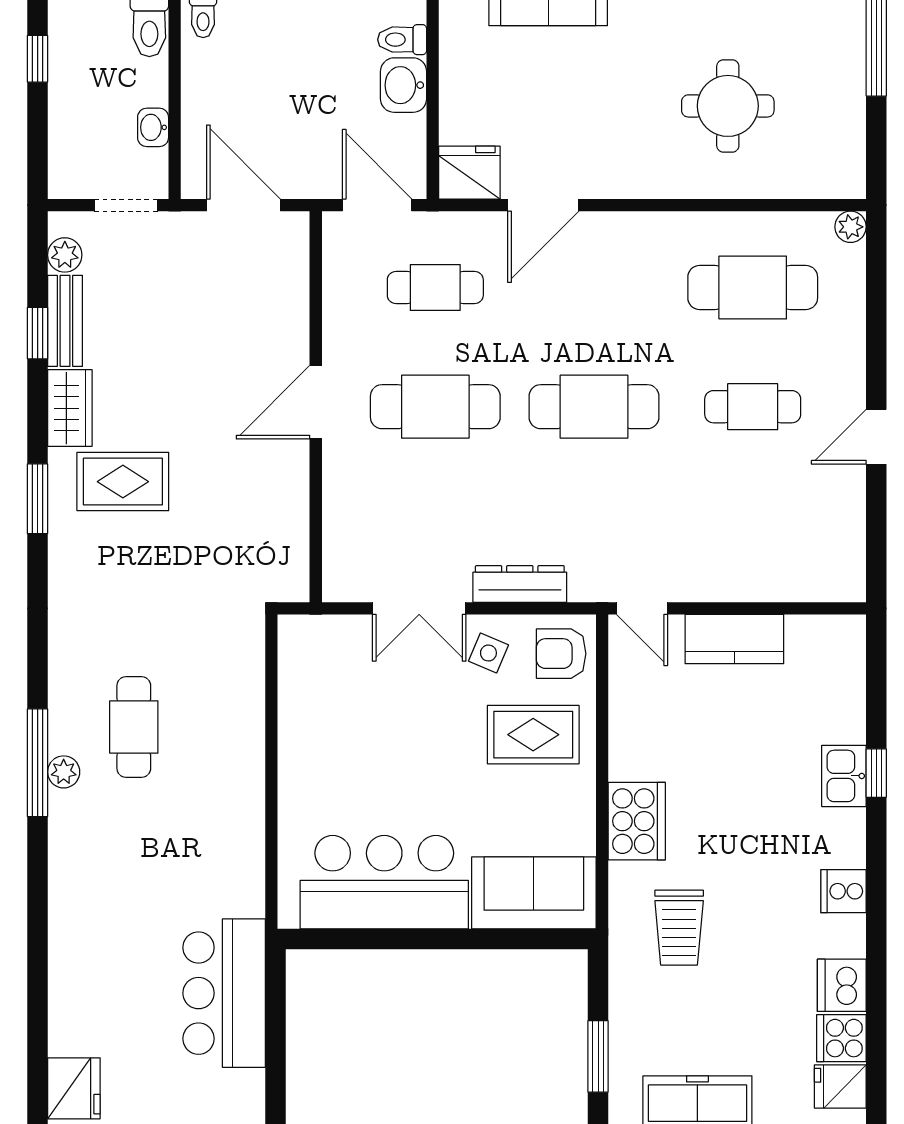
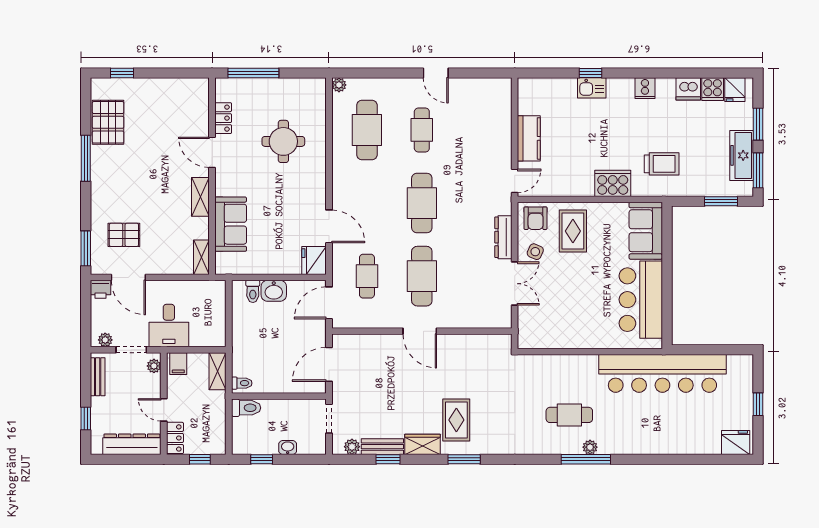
washbasin: (153, 127) -> (288, 447), moved, turned 180
bar counter: (224, 993) -> (662, 373), width x1.86

